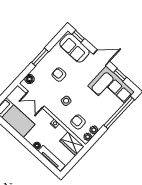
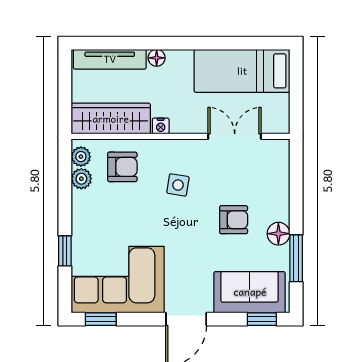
window: (40, 57) -> (296, 258), moved
window: (120, 75) -> (101, 319), moved
floor lamp: (30, 79) -> (278, 234), moved
window: (119, 113) -> (65, 251), width x0.32
wardrobe: (72, 144) -> (111, 119), width x1.50

